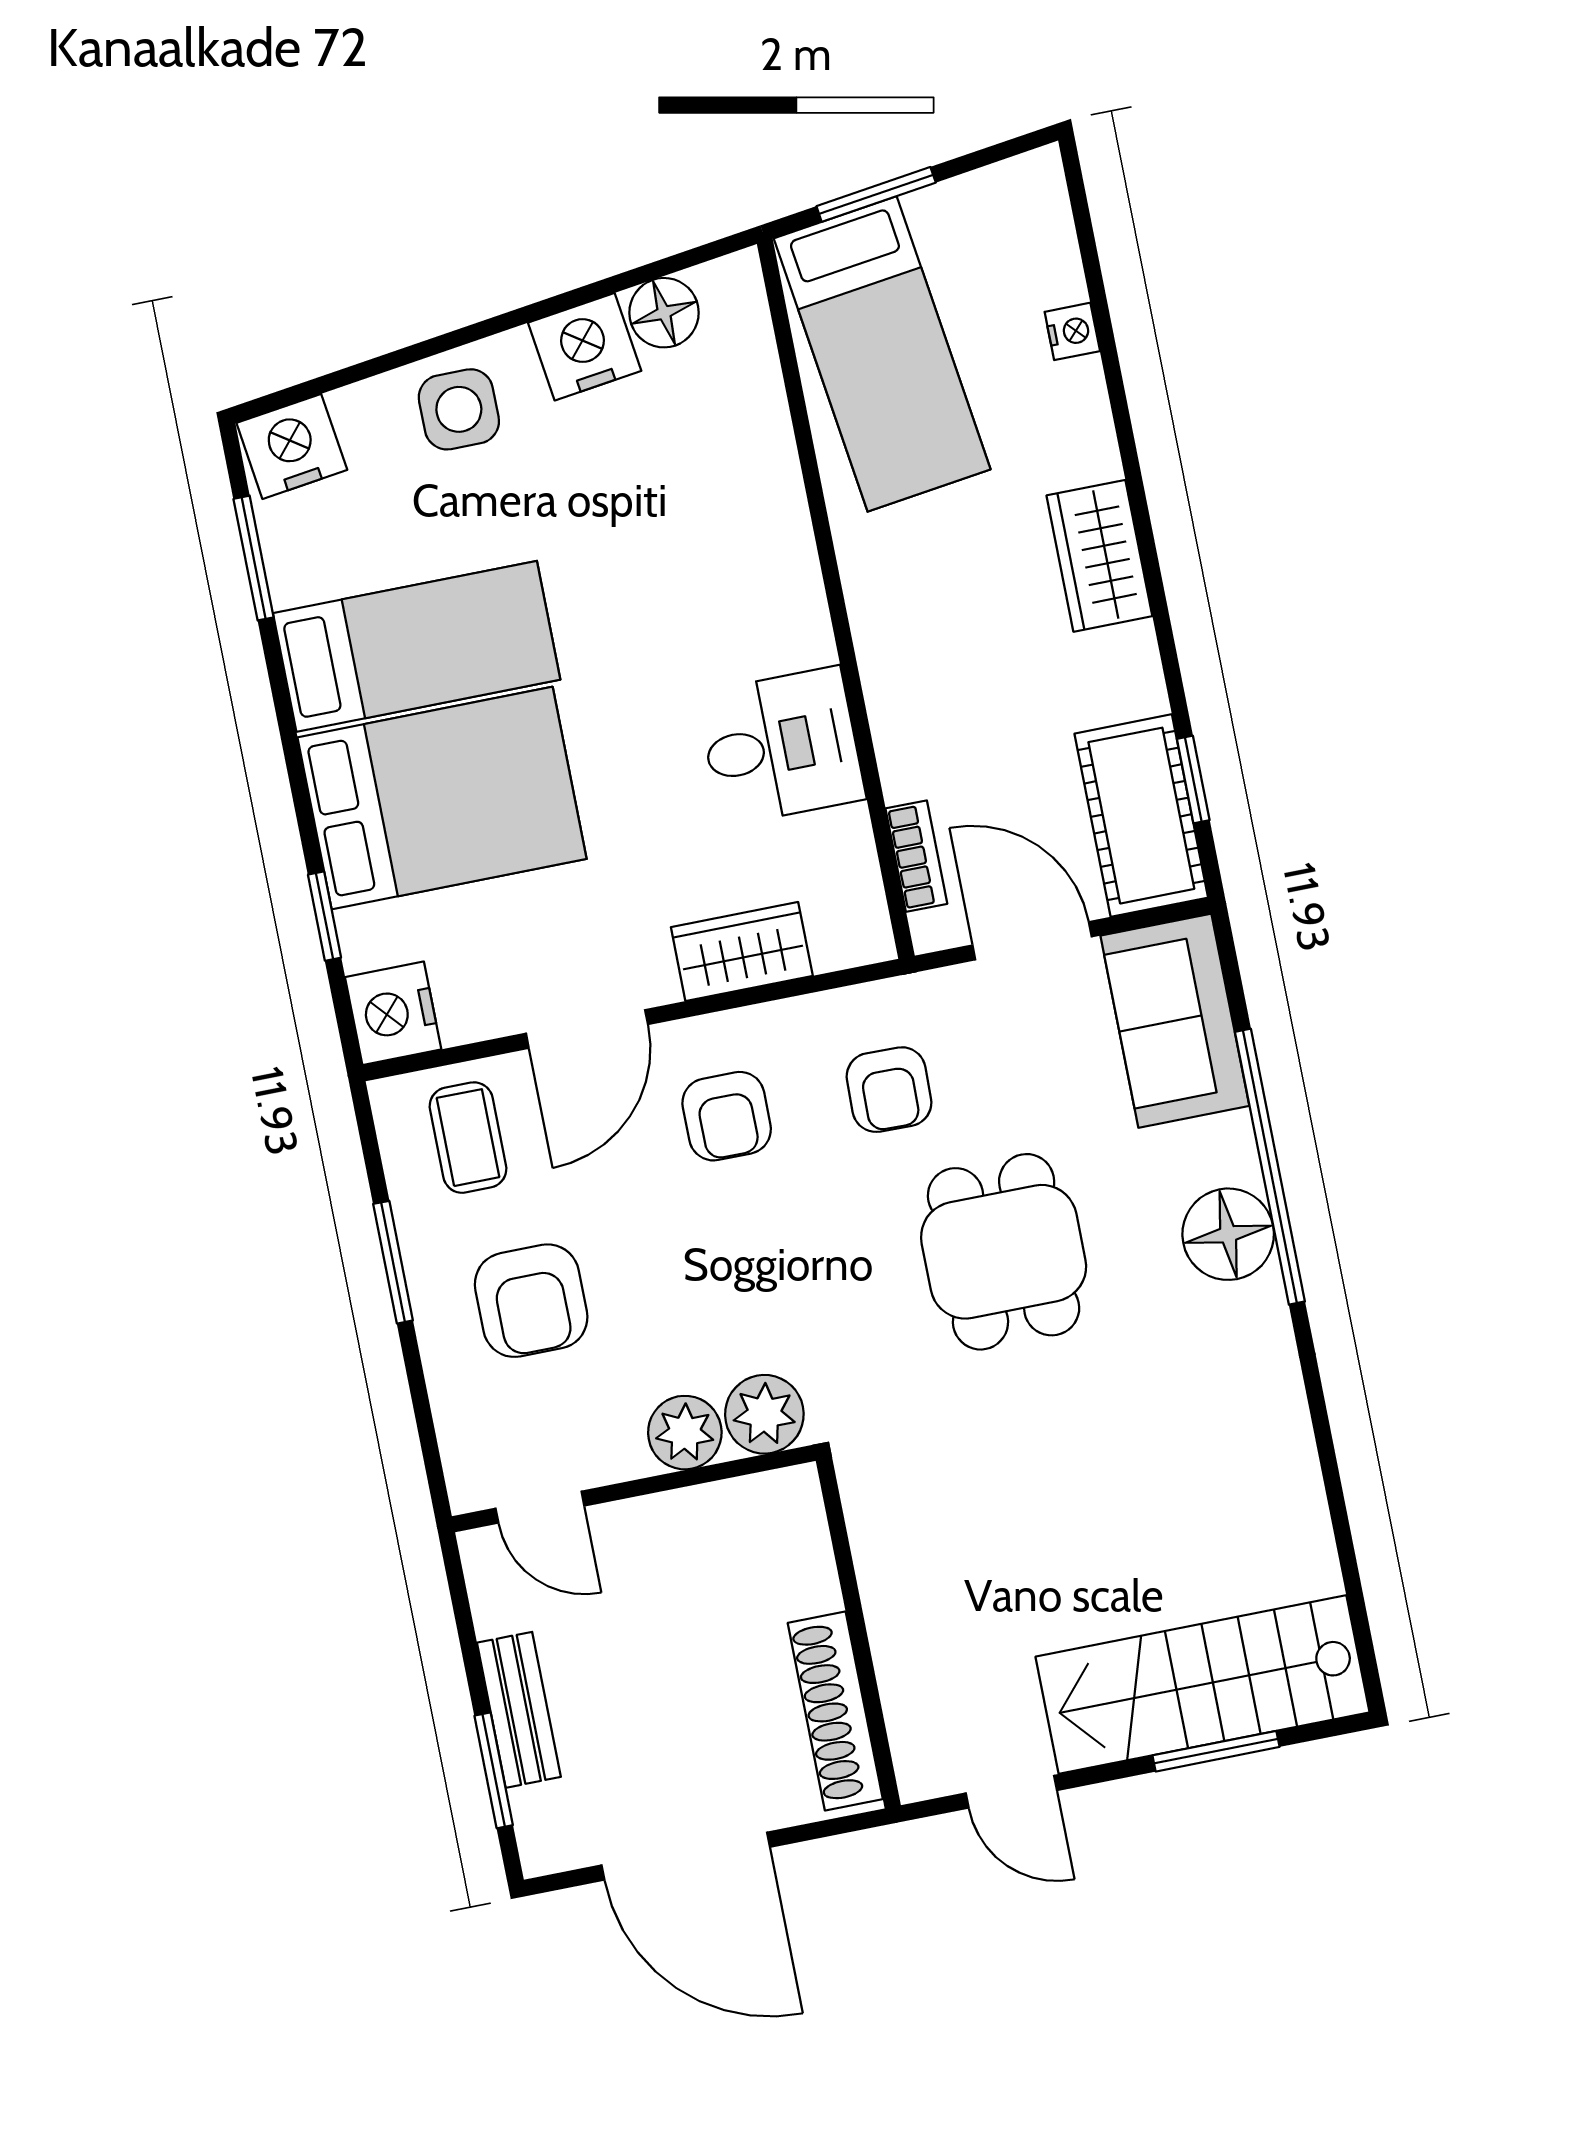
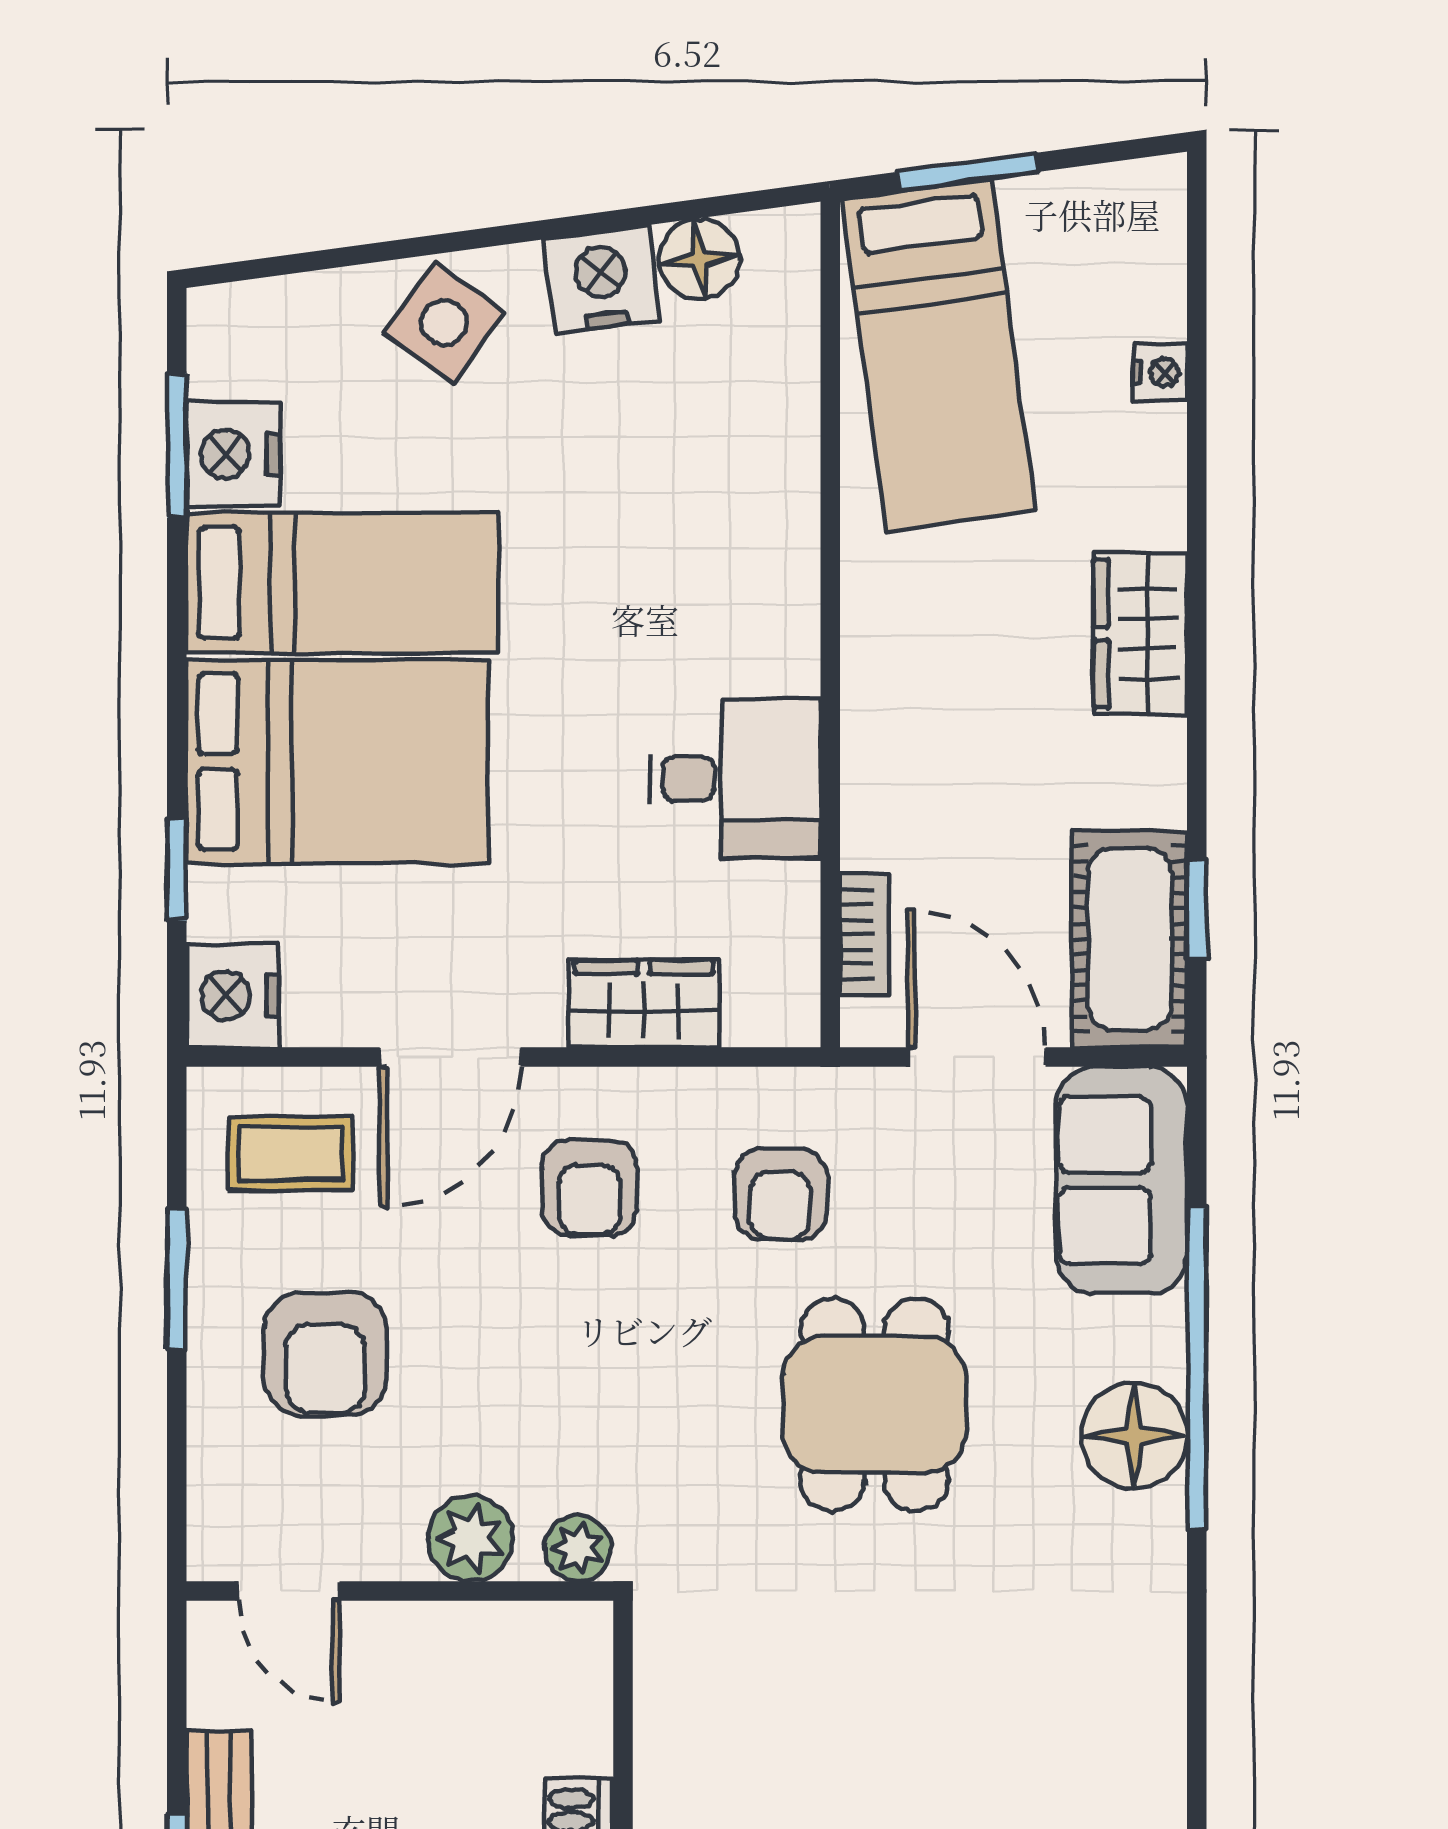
side table: (459, 409) -> (444, 323), turned 36
nightstand: (292, 446) -> (233, 454), moved, turned -82
coffee table: (468, 1138) -> (290, 1154), turned 90
plant: (764, 1414) -> (578, 1548), width x0.73, depth x0.73

